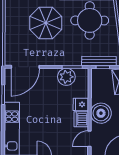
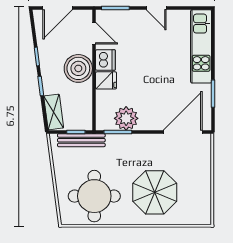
door: (89, 139) -> (94, 33), hinge flipped

